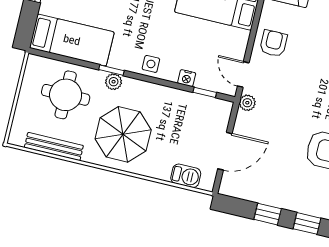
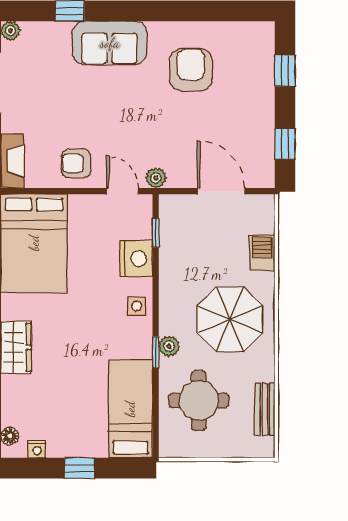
door: (243, 74) -> (123, 191), swing flipped
nightstand: (187, 78) -> (136, 259), width x1.89, depth x1.79
bench: (54, 147) -> (265, 409), width x0.73
barbecue: (186, 176) -> (262, 253), moved
window: (268, 214) -> (285, 144), moved

